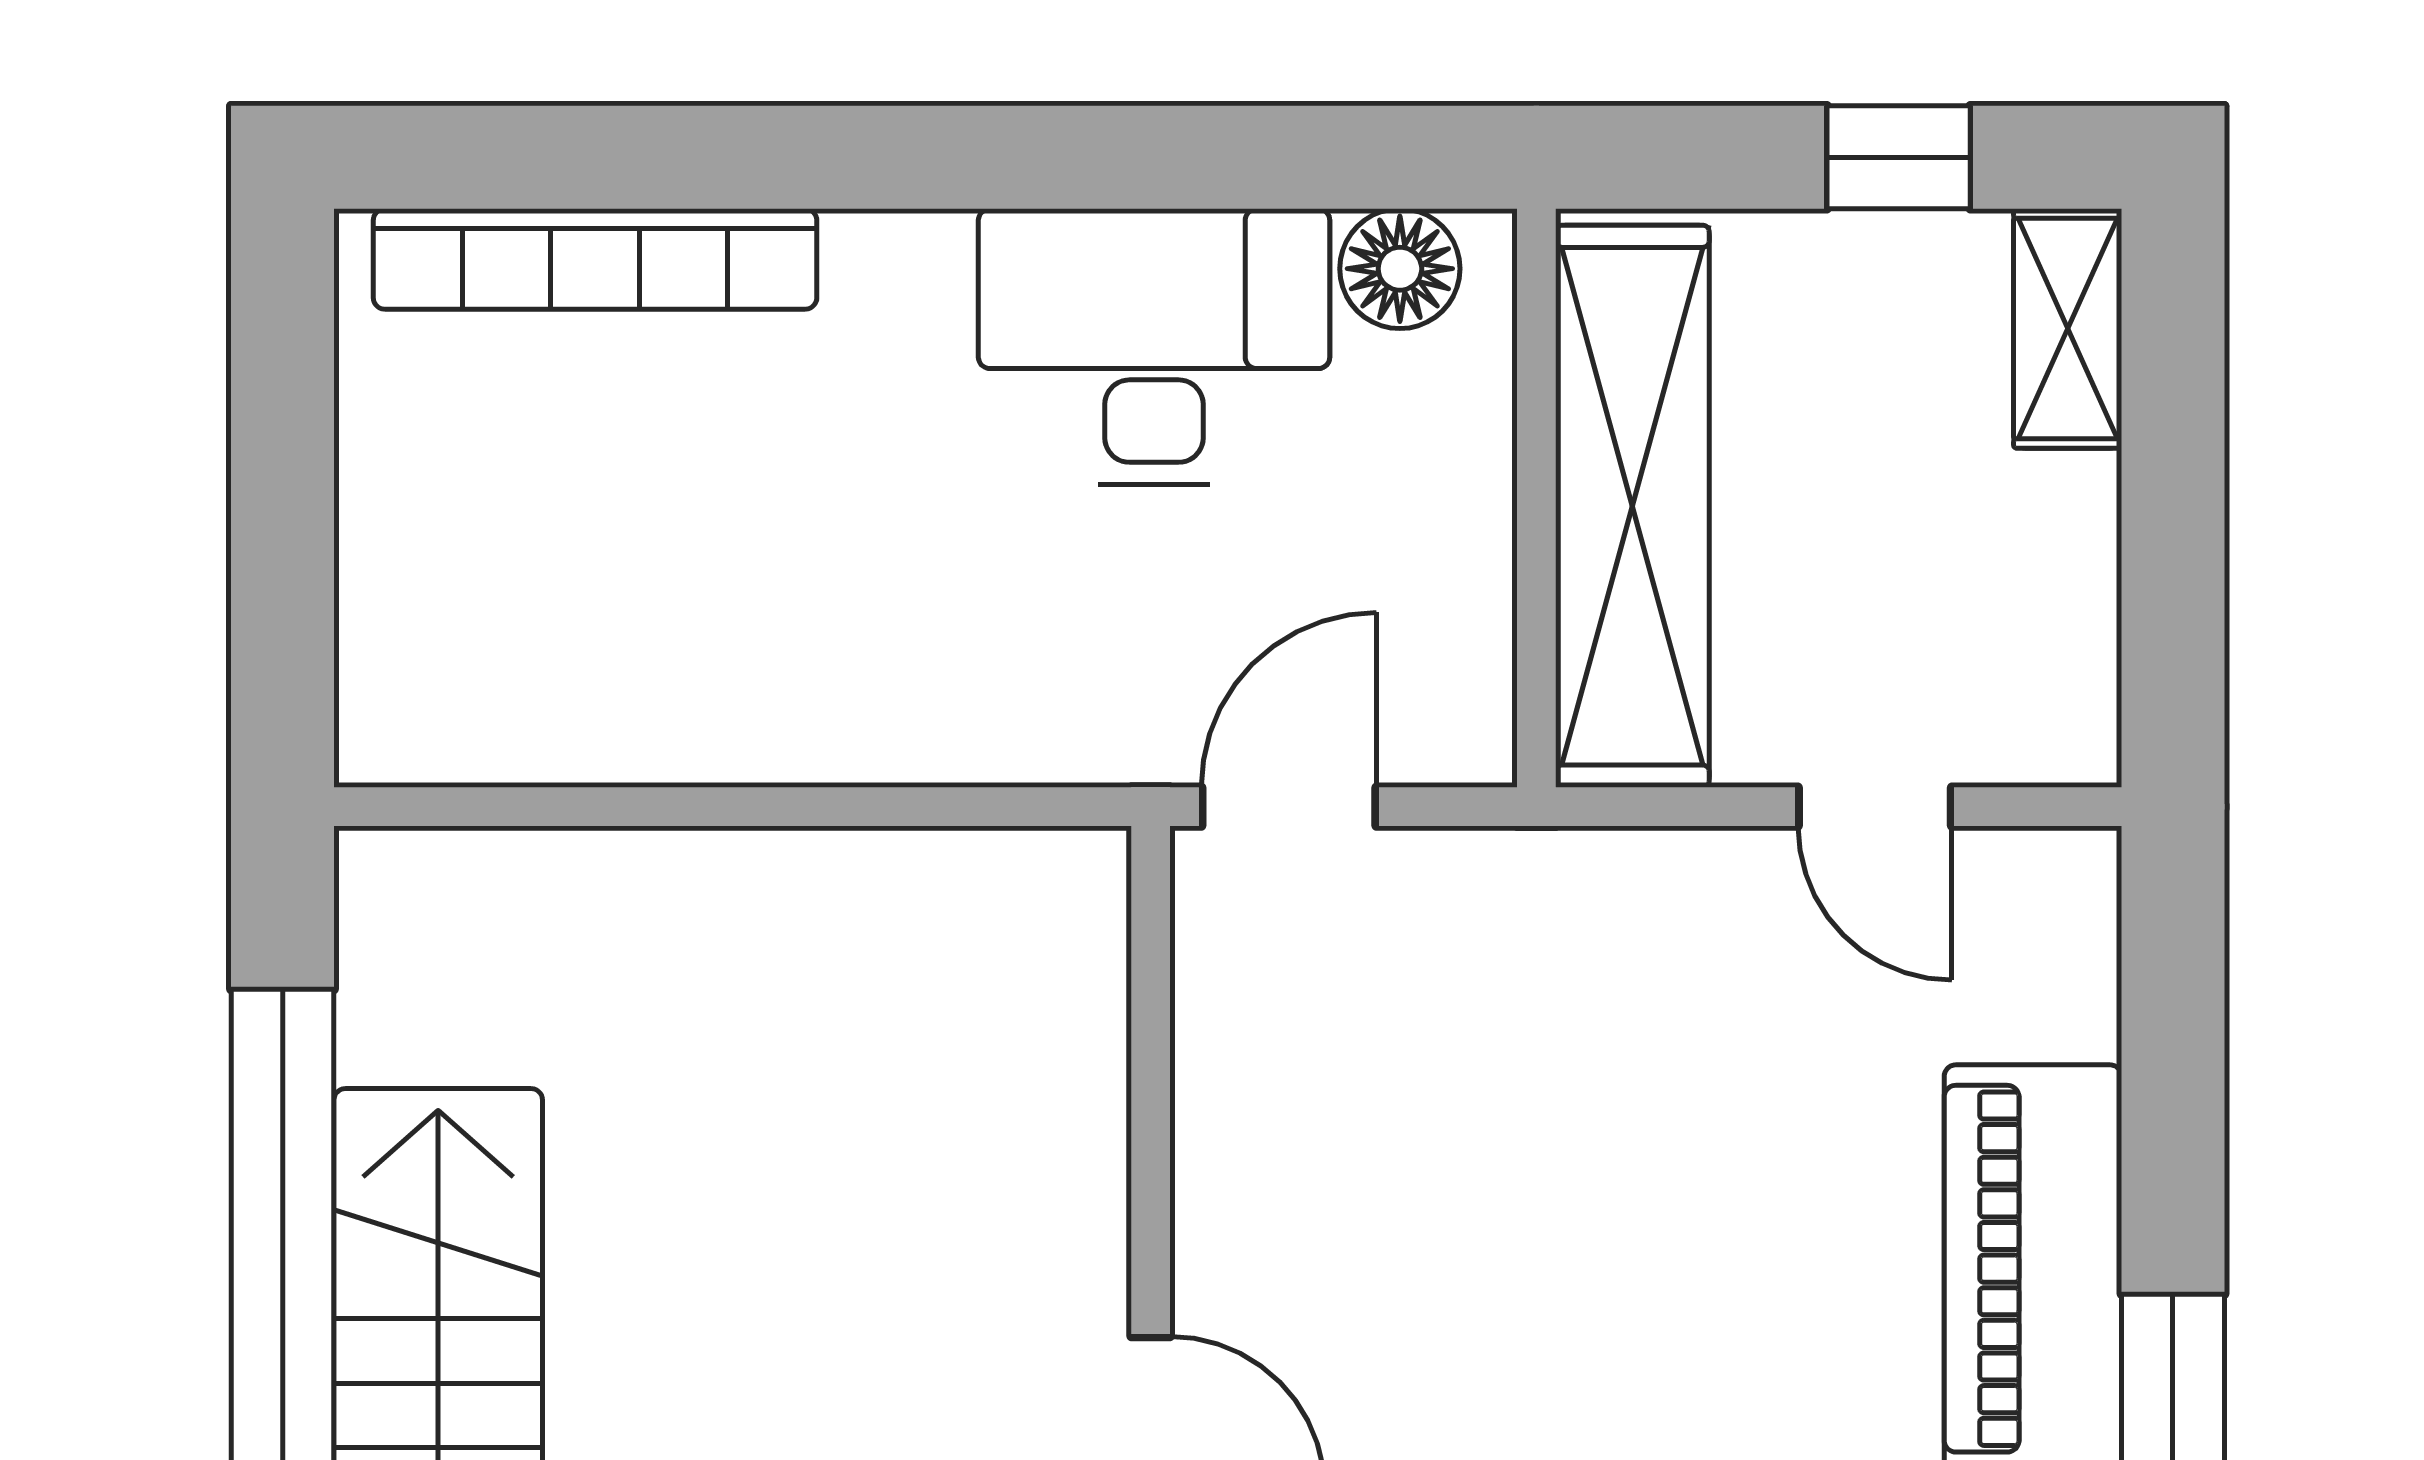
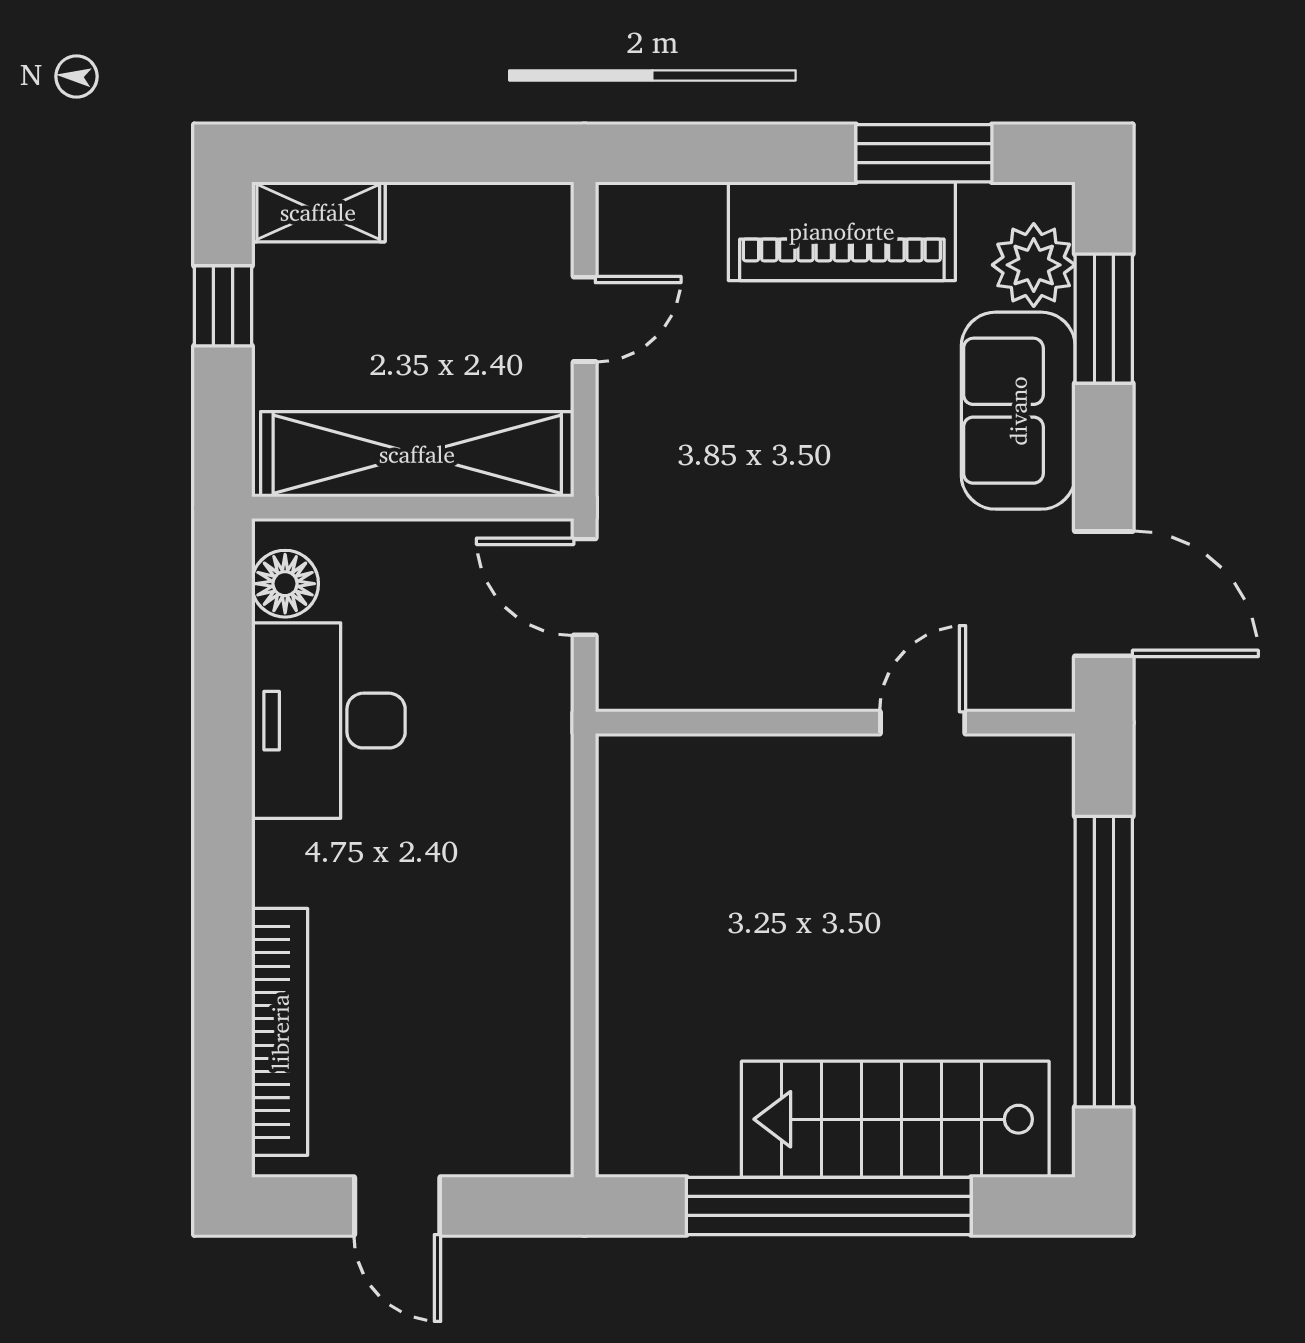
door: (283, 470) -> (397, 1206), added
door: (1289, 807) -> (585, 587), moved

